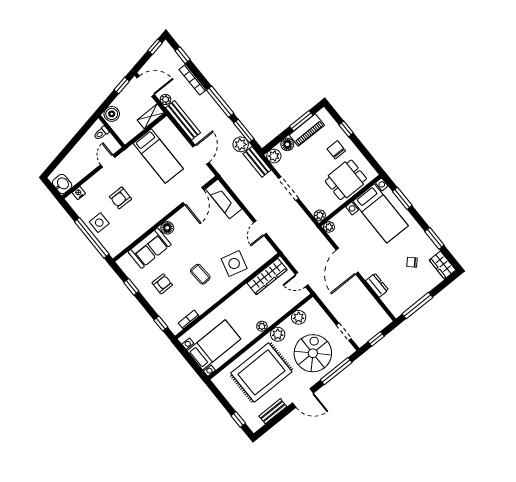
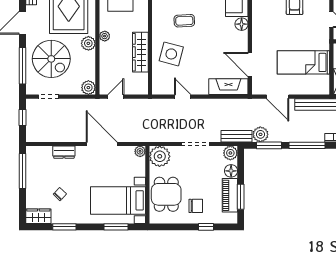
plant: (320, 215) -> (160, 156), width x1.87, depth x1.87
wardrobe: (267, 276) -> (140, 52), moved
plant: (299, 317) -> (88, 88), moved

